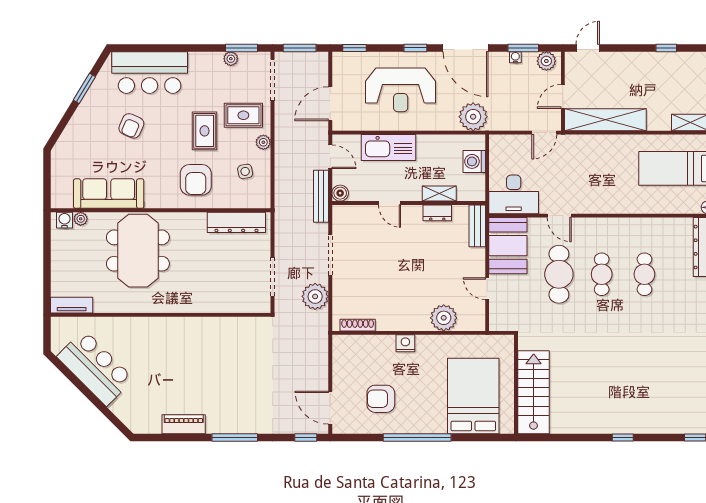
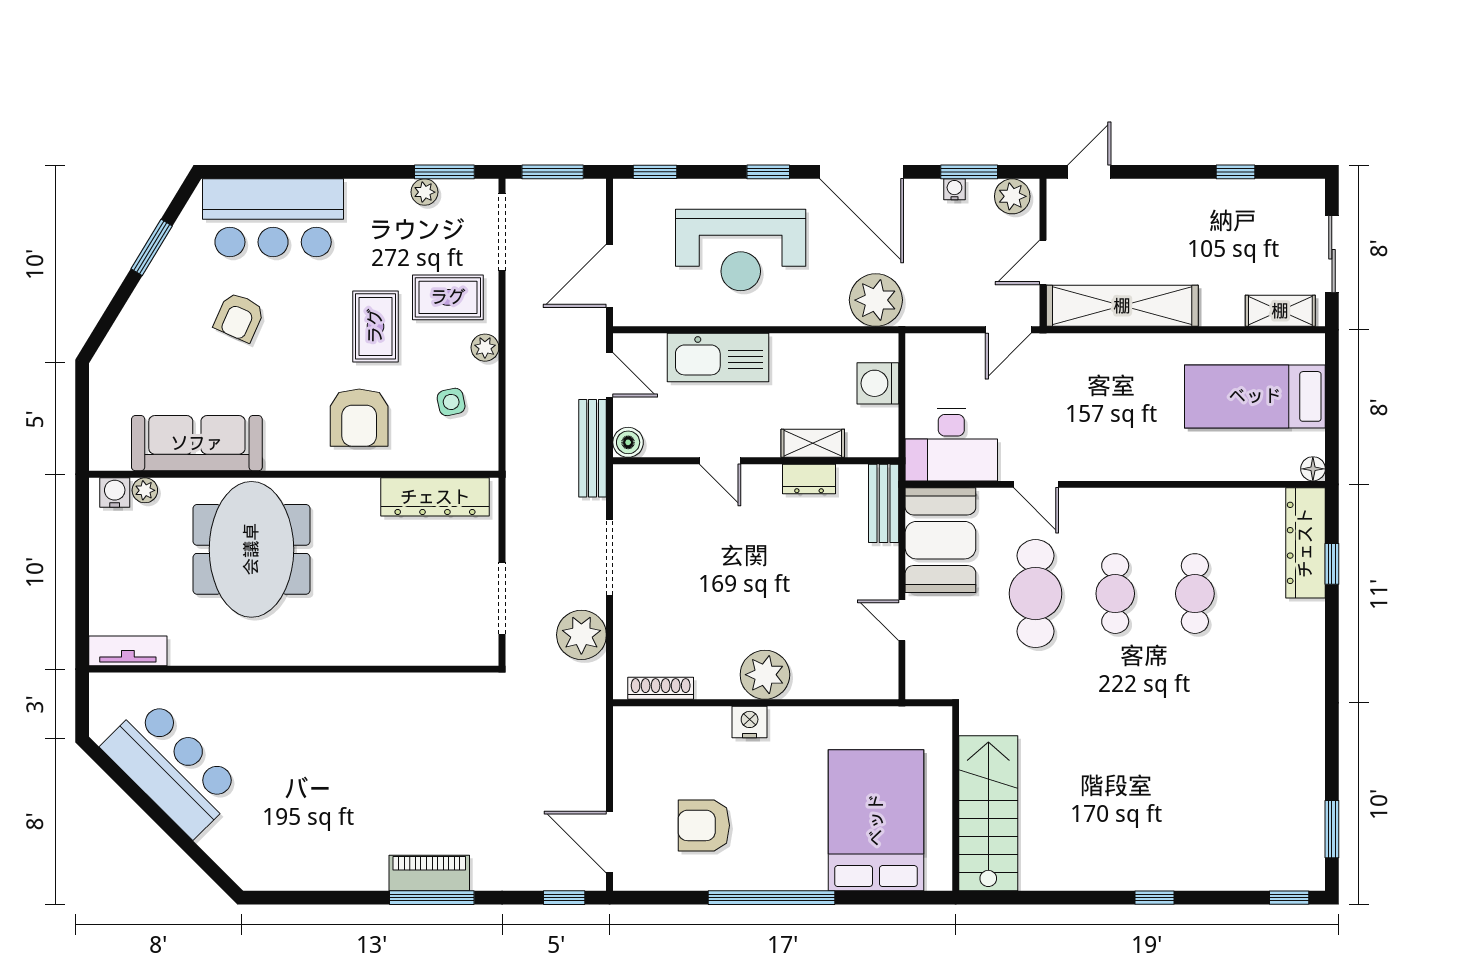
plant: (444, 318) -> (765, 675), moved
piano: (184, 424) -> (429, 873), moved

